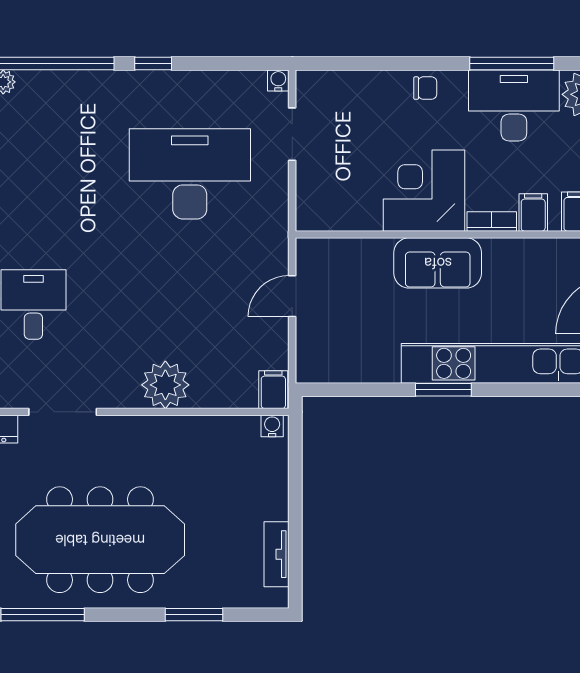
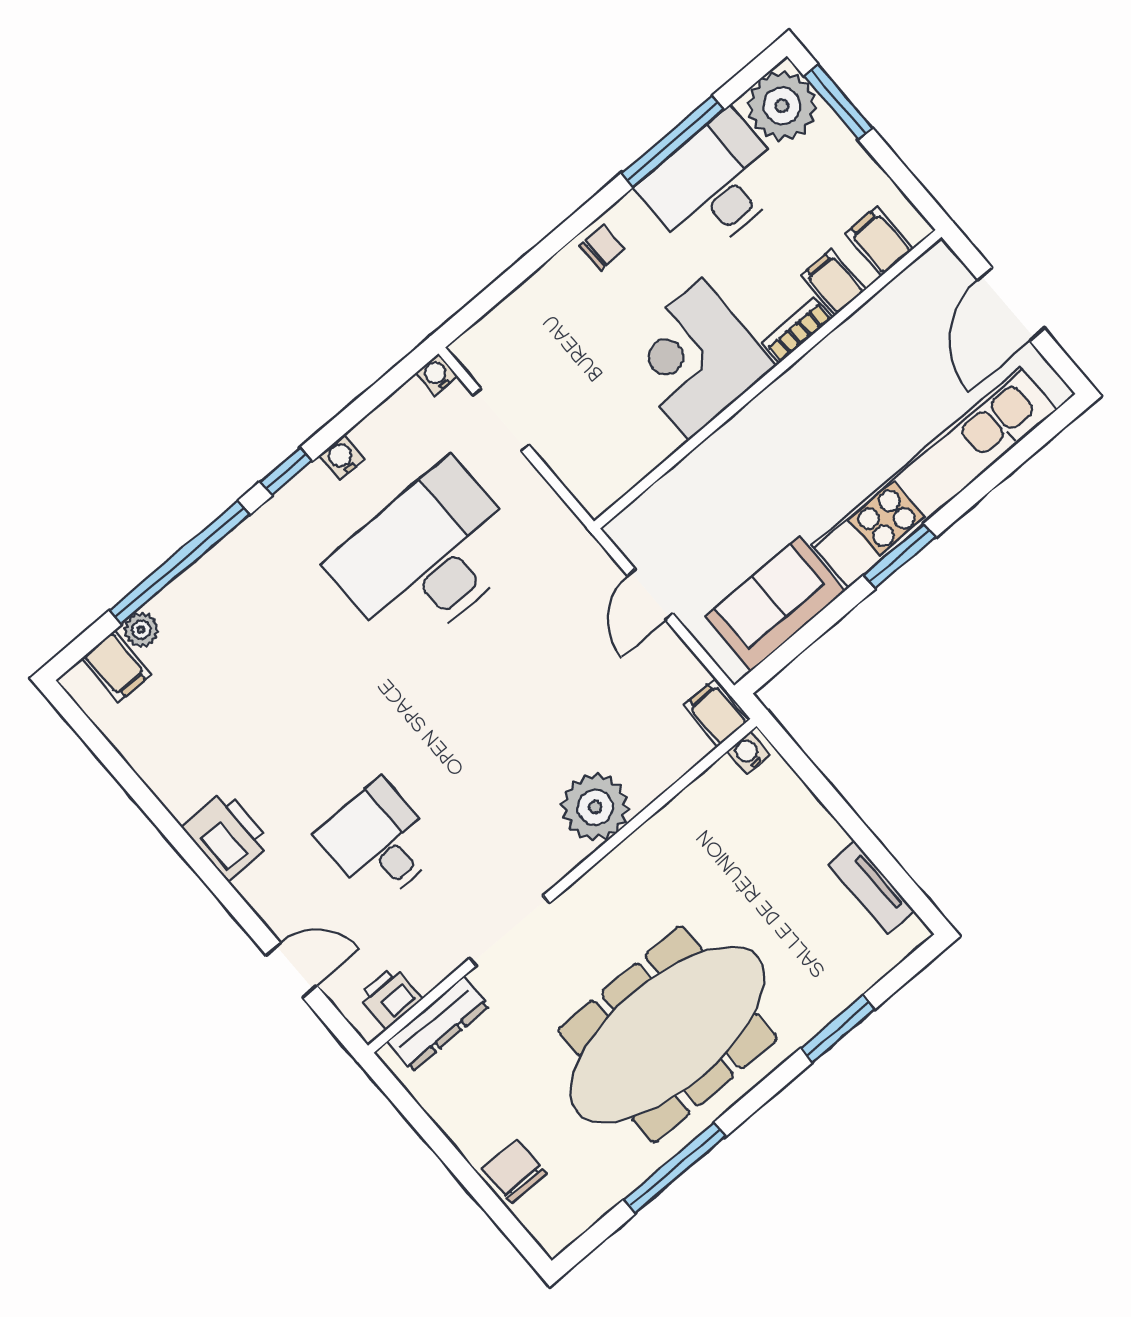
water cooler: (189, 81) -> (342, 457), added
sofa: (438, 263) -> (775, 603), moved, turned 180

